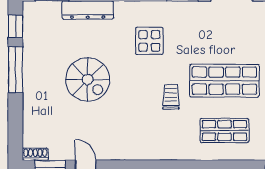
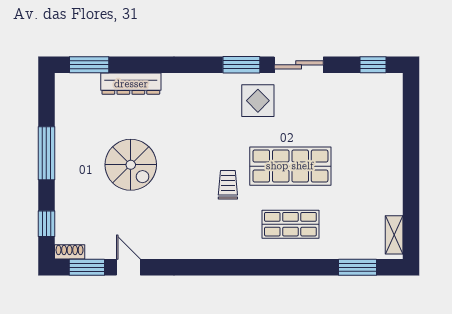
window: (15, 26) -> (46, 224), moved
display table: (149, 41) -> (258, 101), moved

